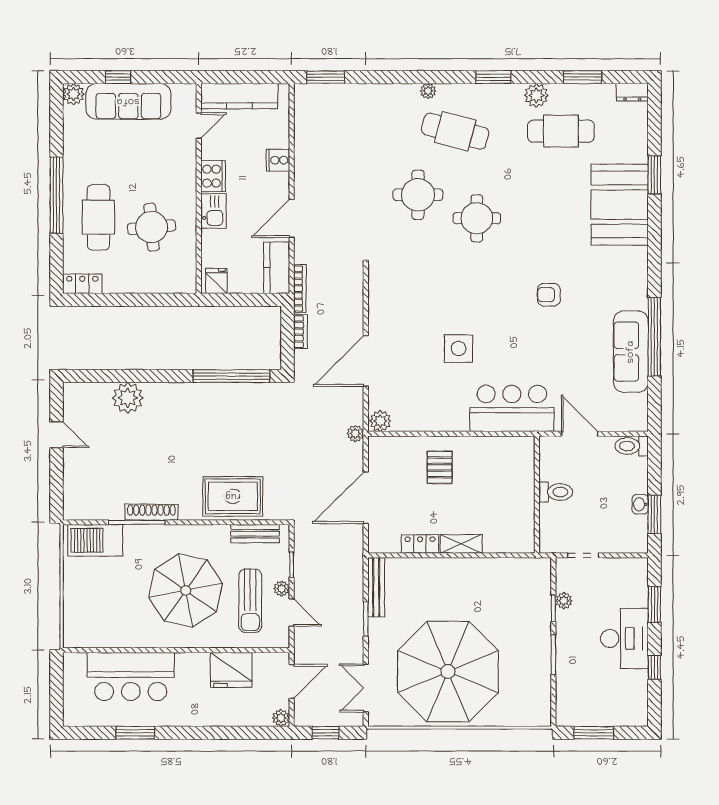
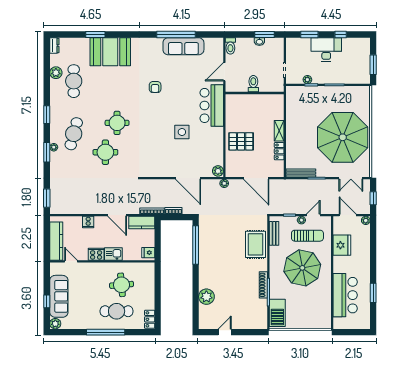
window: (582, 77) -> (47, 152), moved
plant: (536, 95) -> (56, 73), moved
pallet: (440, 467) -> (241, 141), width x1.50, depth x1.42

